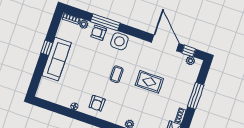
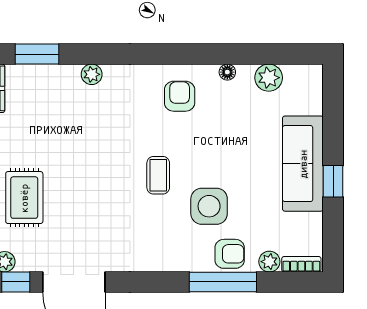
side table: (119, 41) -> (209, 206), moved
rug: (149, 82) -> (24, 198), moved, turned 90
plant: (59, 98) -> (269, 78), added

